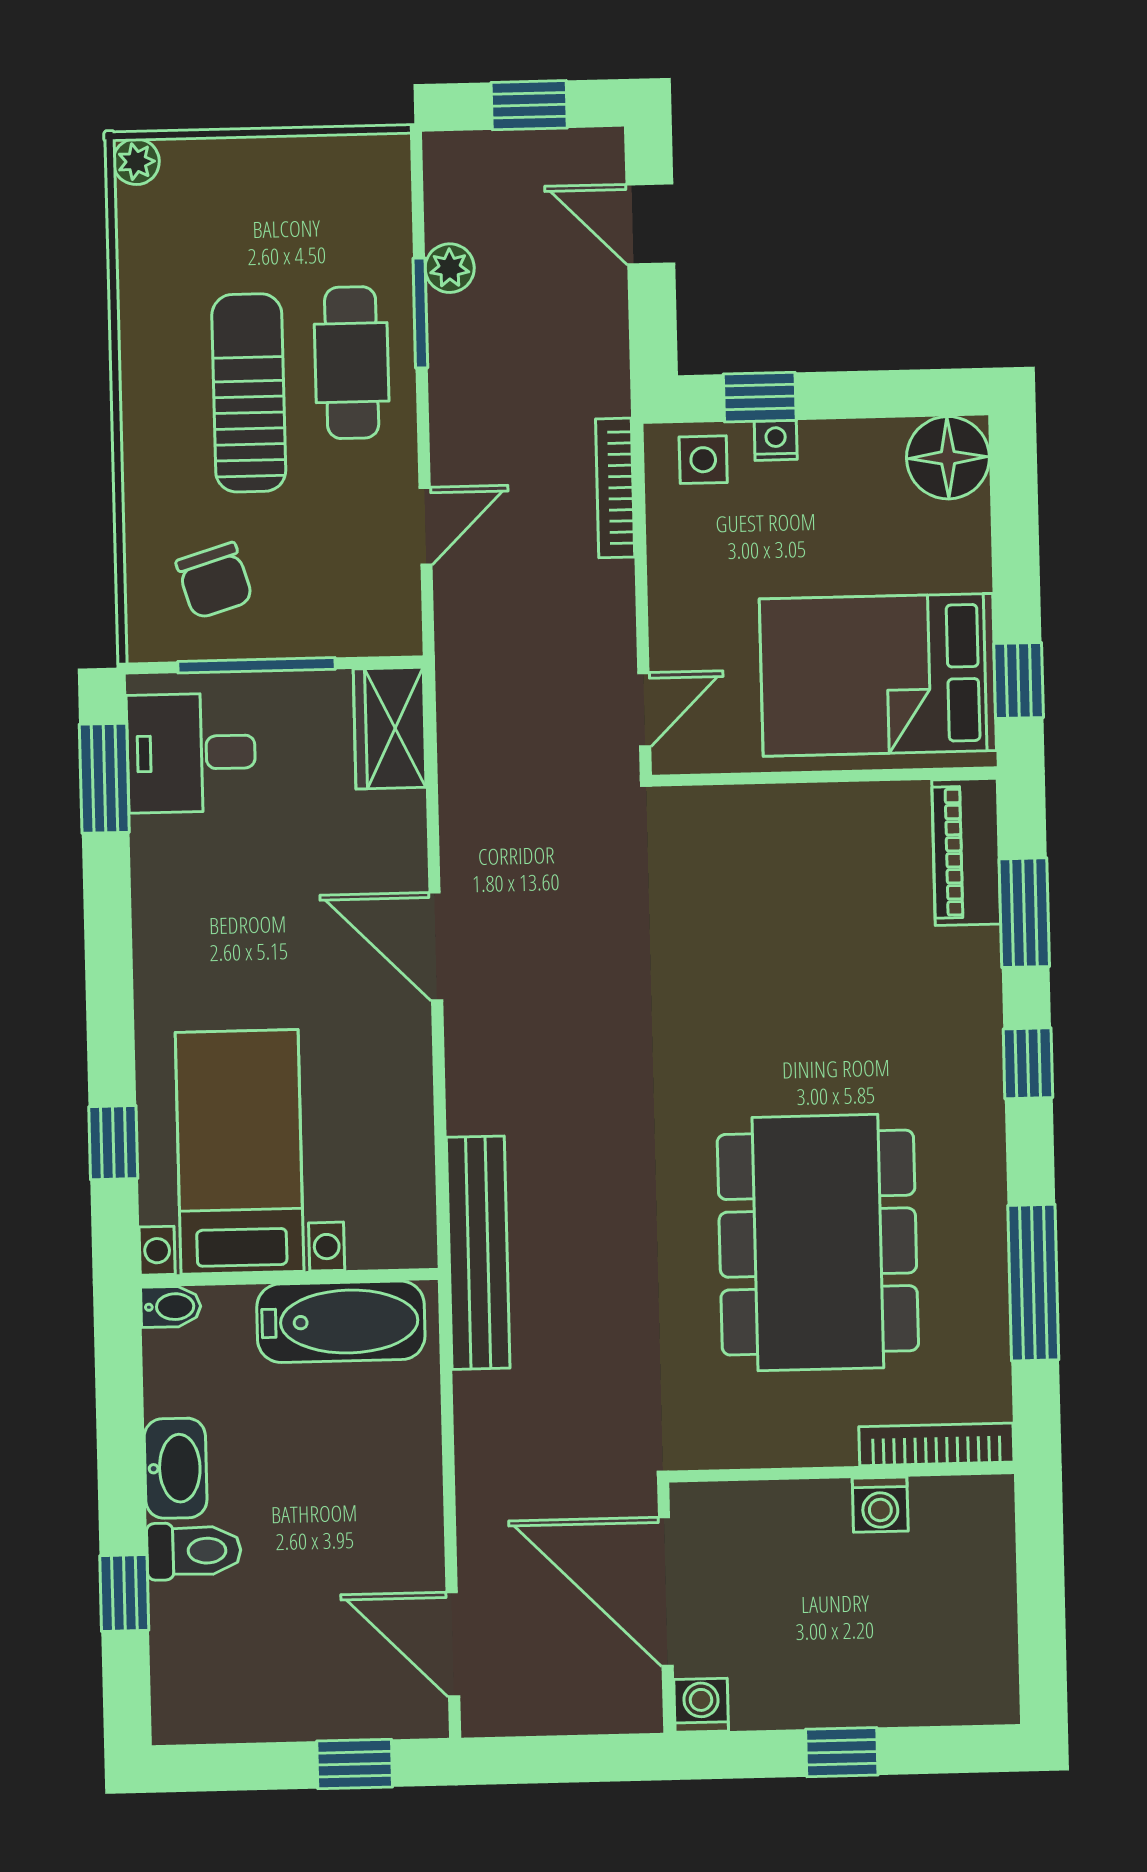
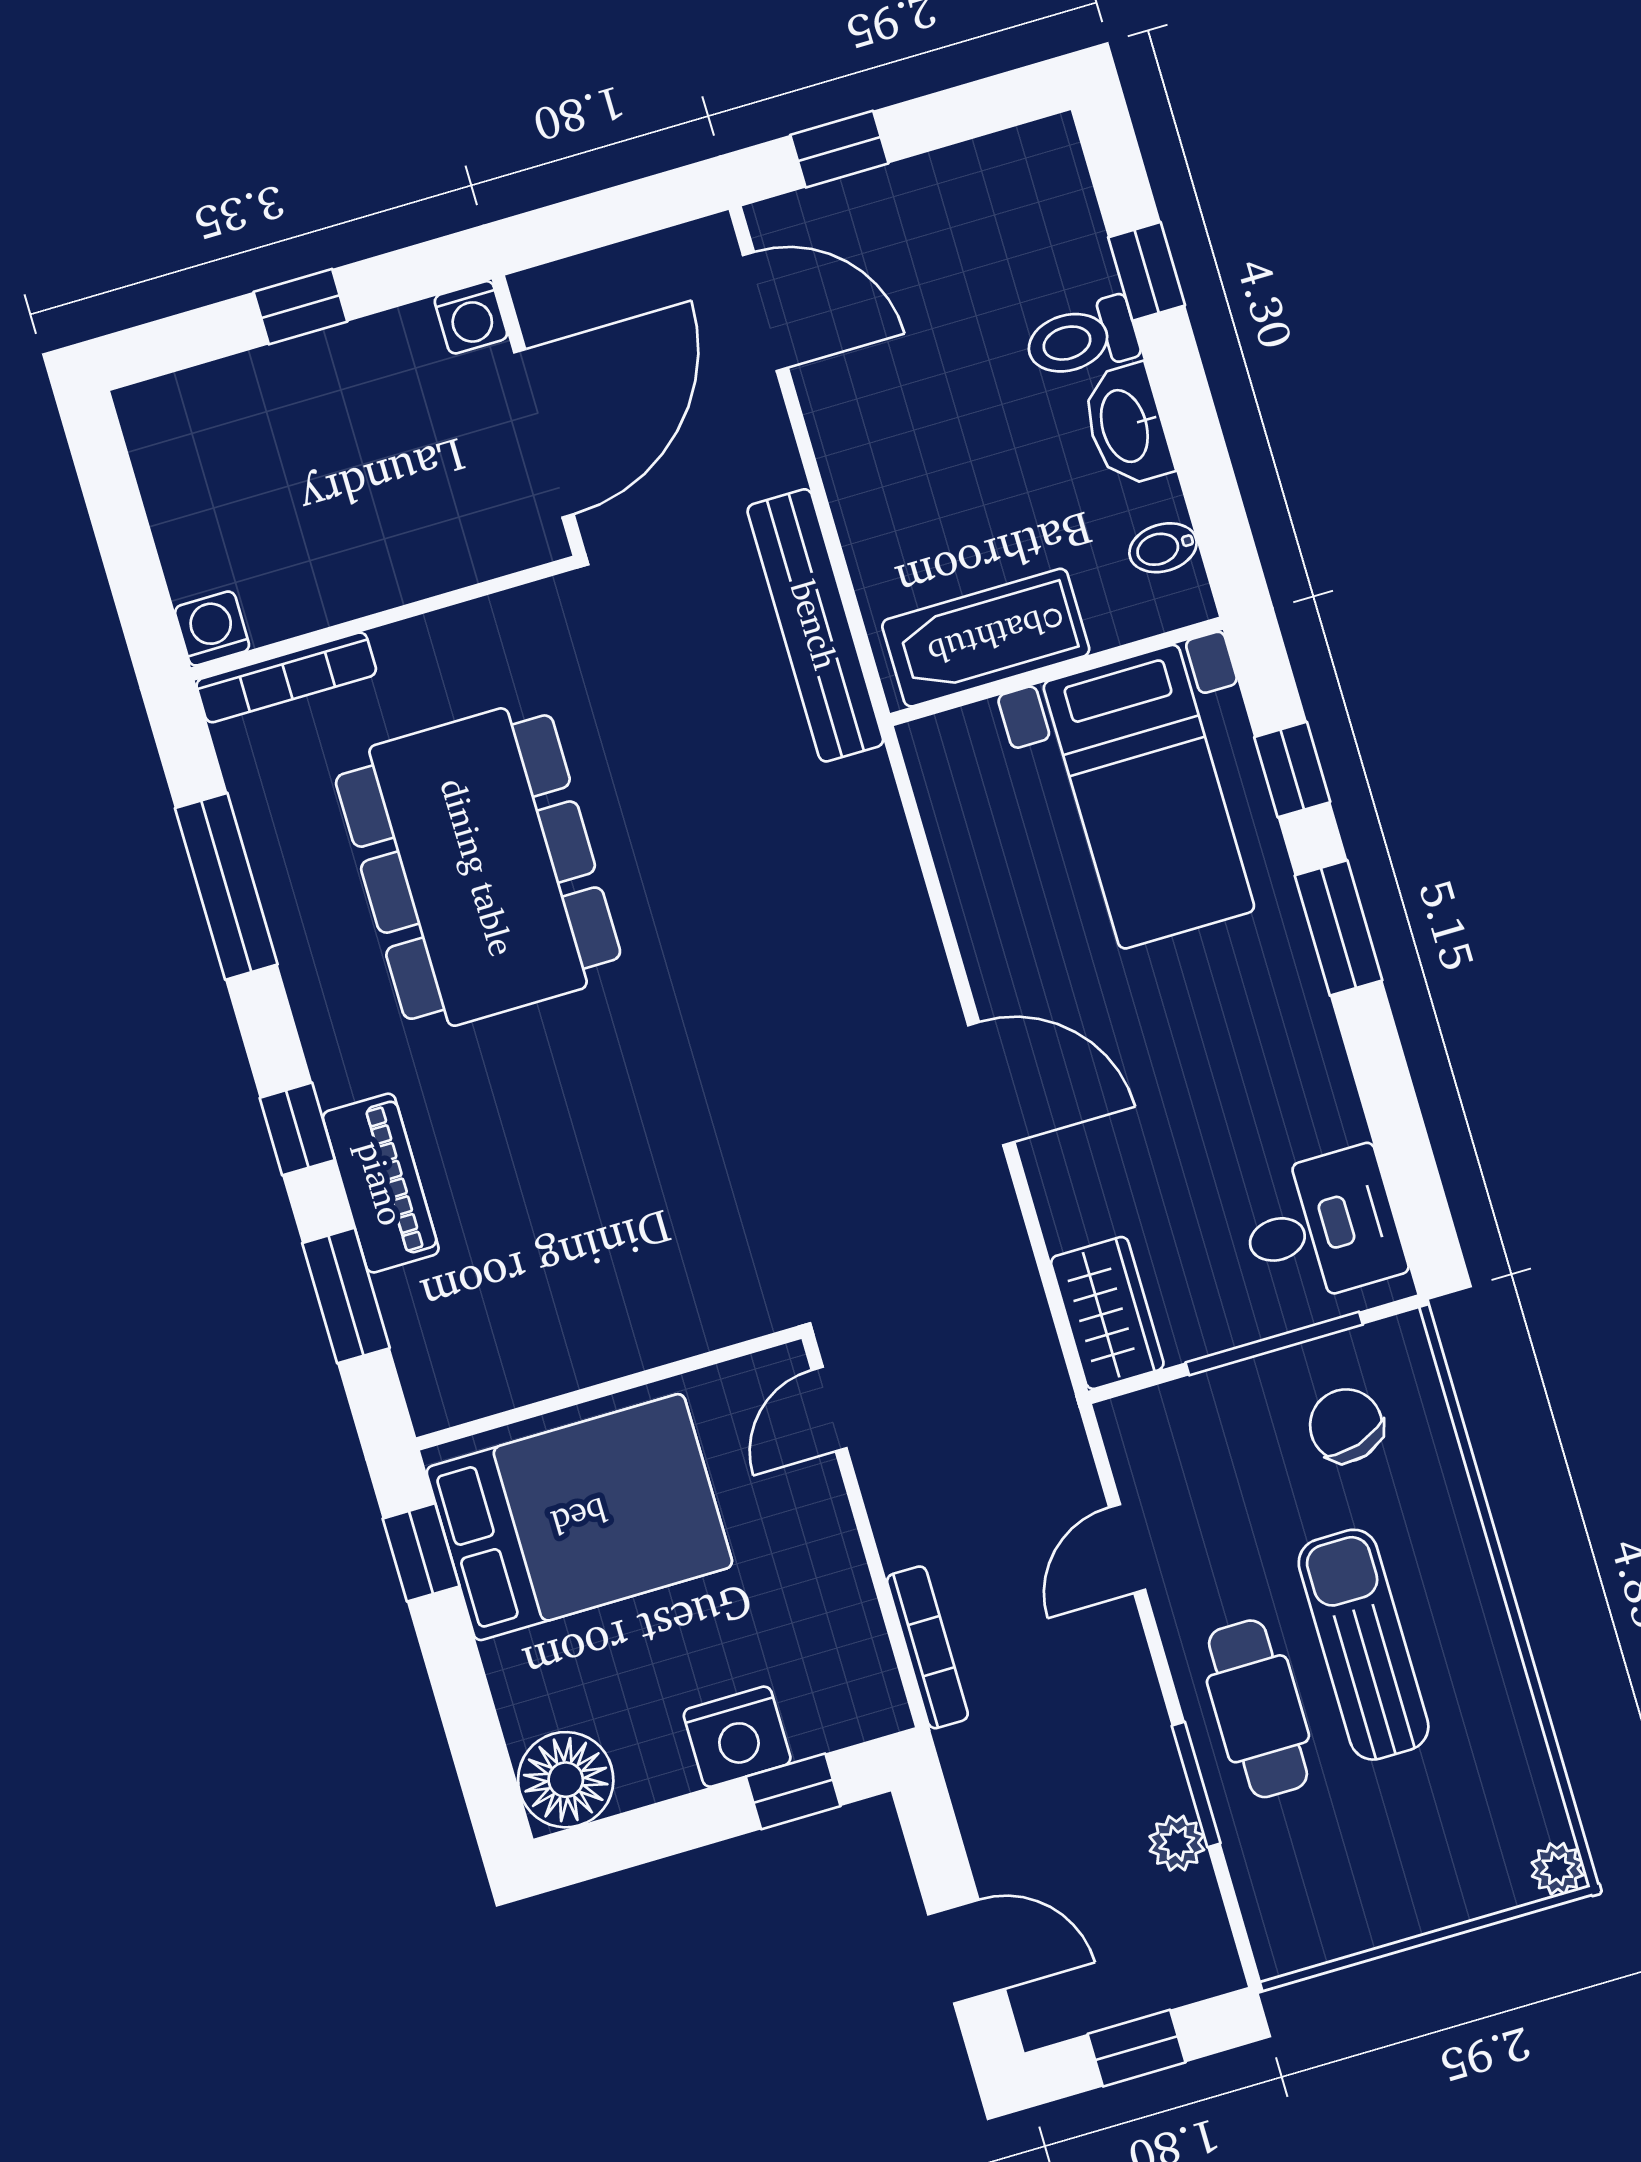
sun lounger: (249, 393) -> (1364, 1645), turned 180
nightstand: (776, 440) -> (737, 1737), width x1.89, depth x1.79
side table: (703, 460) -> (838, 1705), removed
window: (104, 778) -> (1339, 928), moved
piano: (966, 852) -> (381, 1183), moved
bench: (478, 1253) -> (815, 625), moved
bidet: (171, 1307) -> (1163, 548), moved
washing machine: (880, 1505) -> (212, 629), moved
door: (666, 1592) -> (544, 433), hinge flipped

